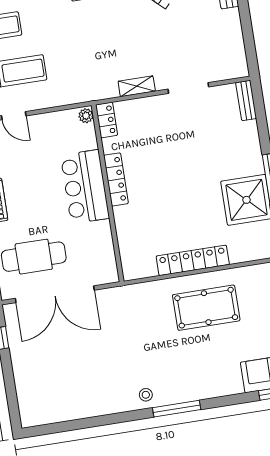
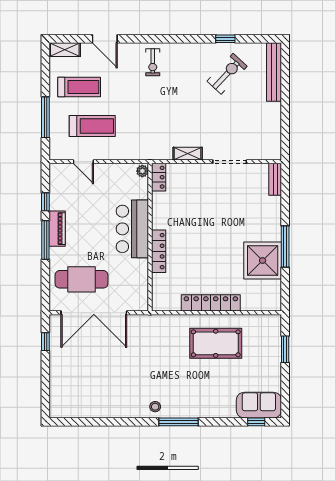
locker: (116, 179) -> (159, 251), moved

